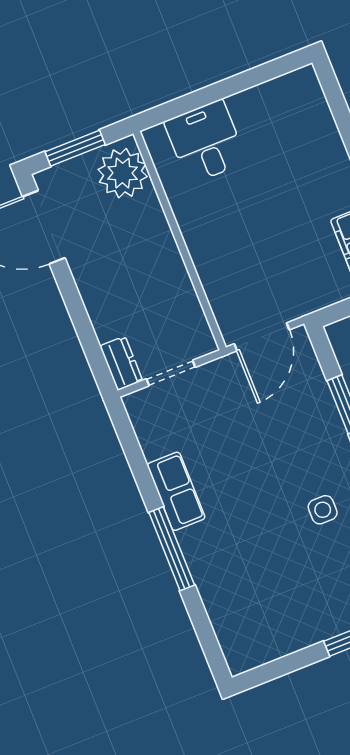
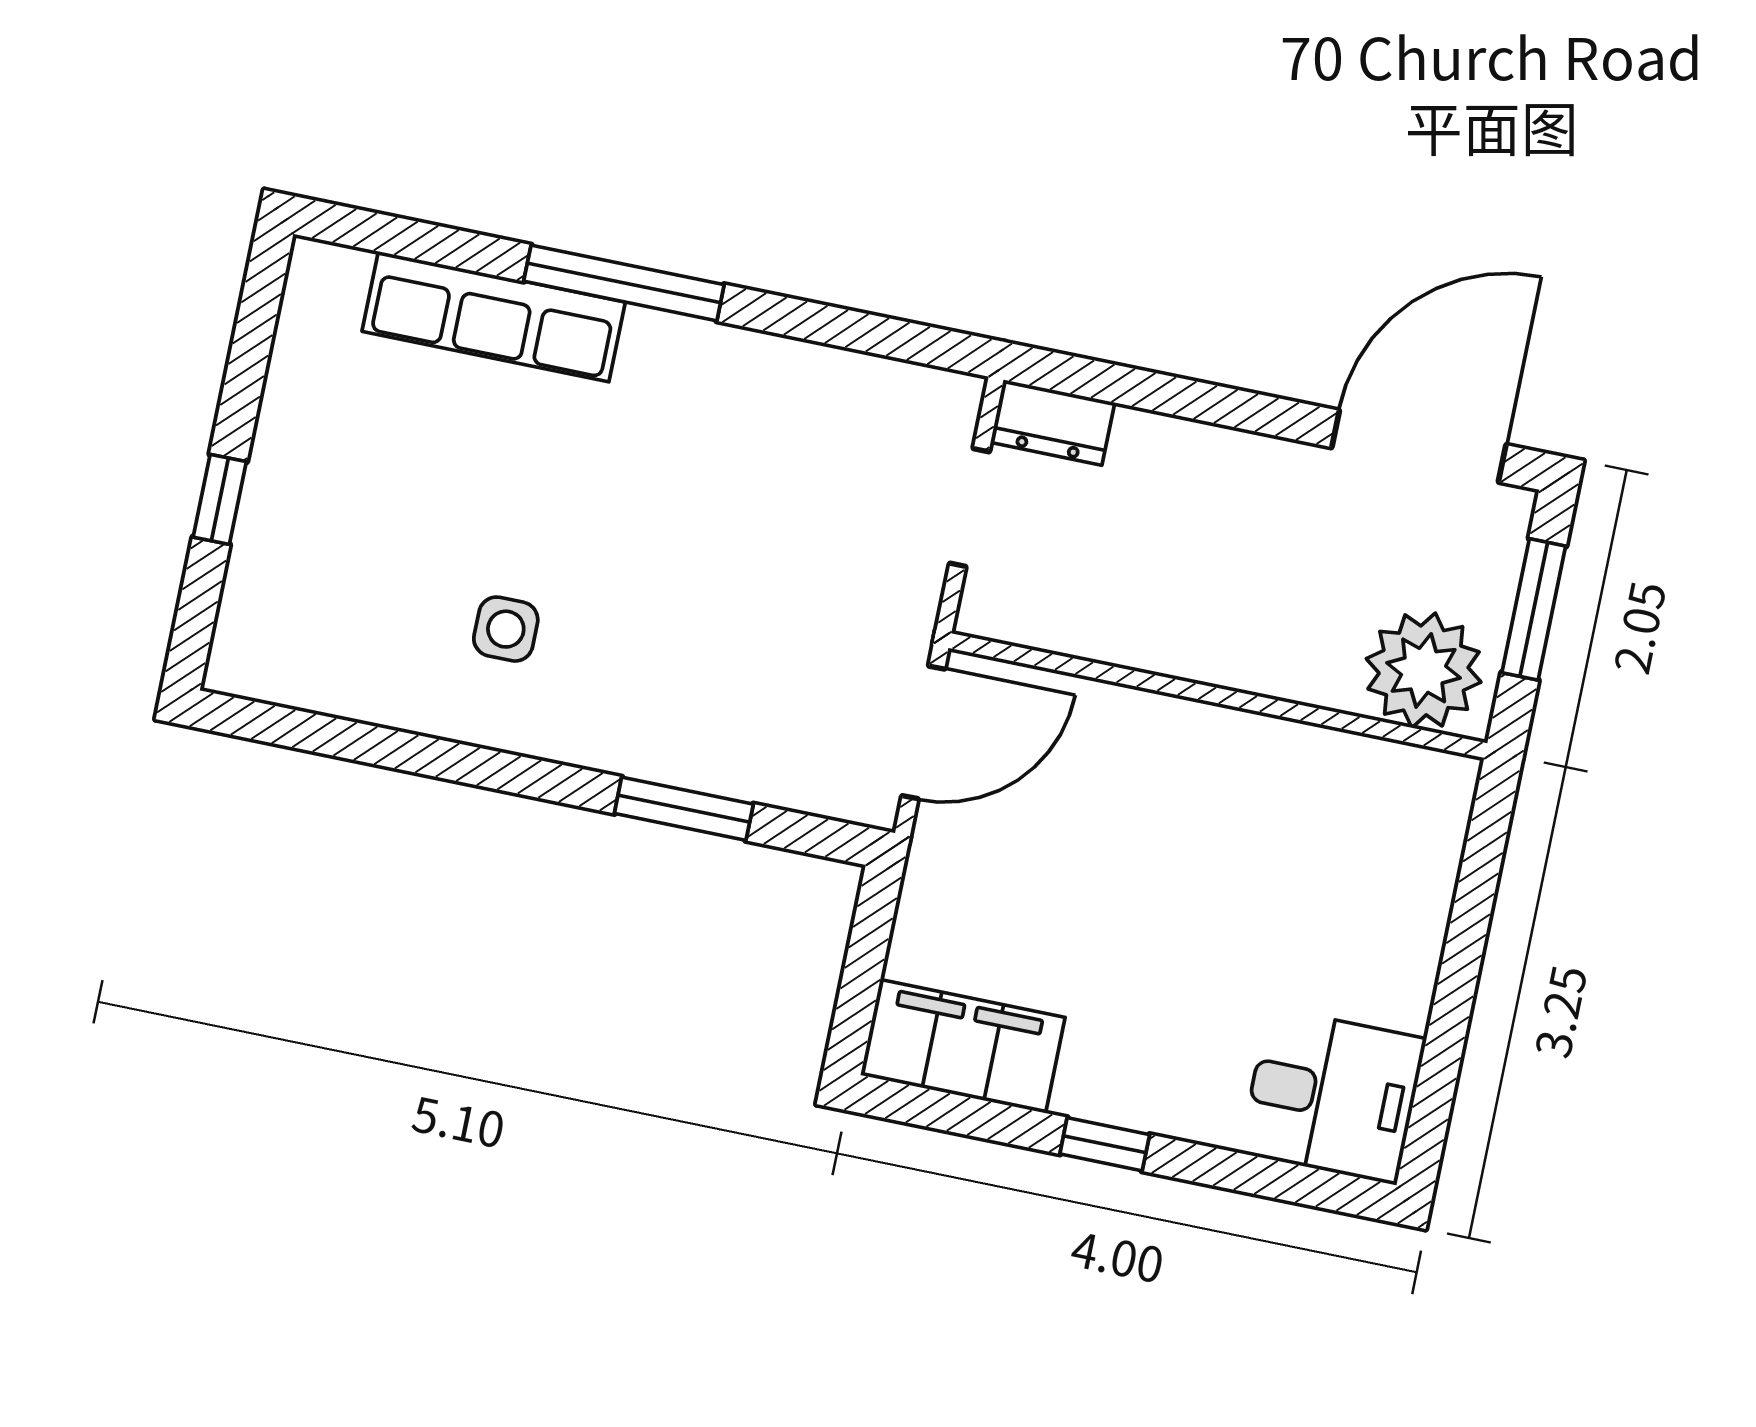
desk: (205, 142) -> (1333, 1096), moved
door: (262, 337) -> (923, 732), swing flipped
row of seats: (176, 491) -> (494, 317), moved, width x1.48

